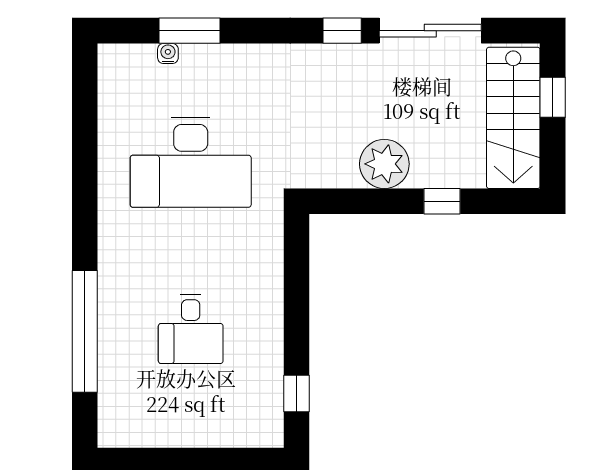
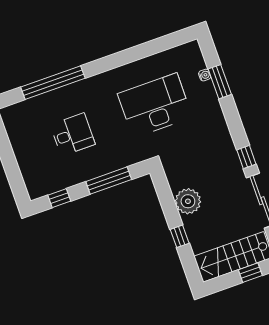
desk: (191, 162) -> (155, 105), turned 90
window: (297, 293) -> (109, 181), added
desk: (191, 329) -> (73, 134), turned 180

